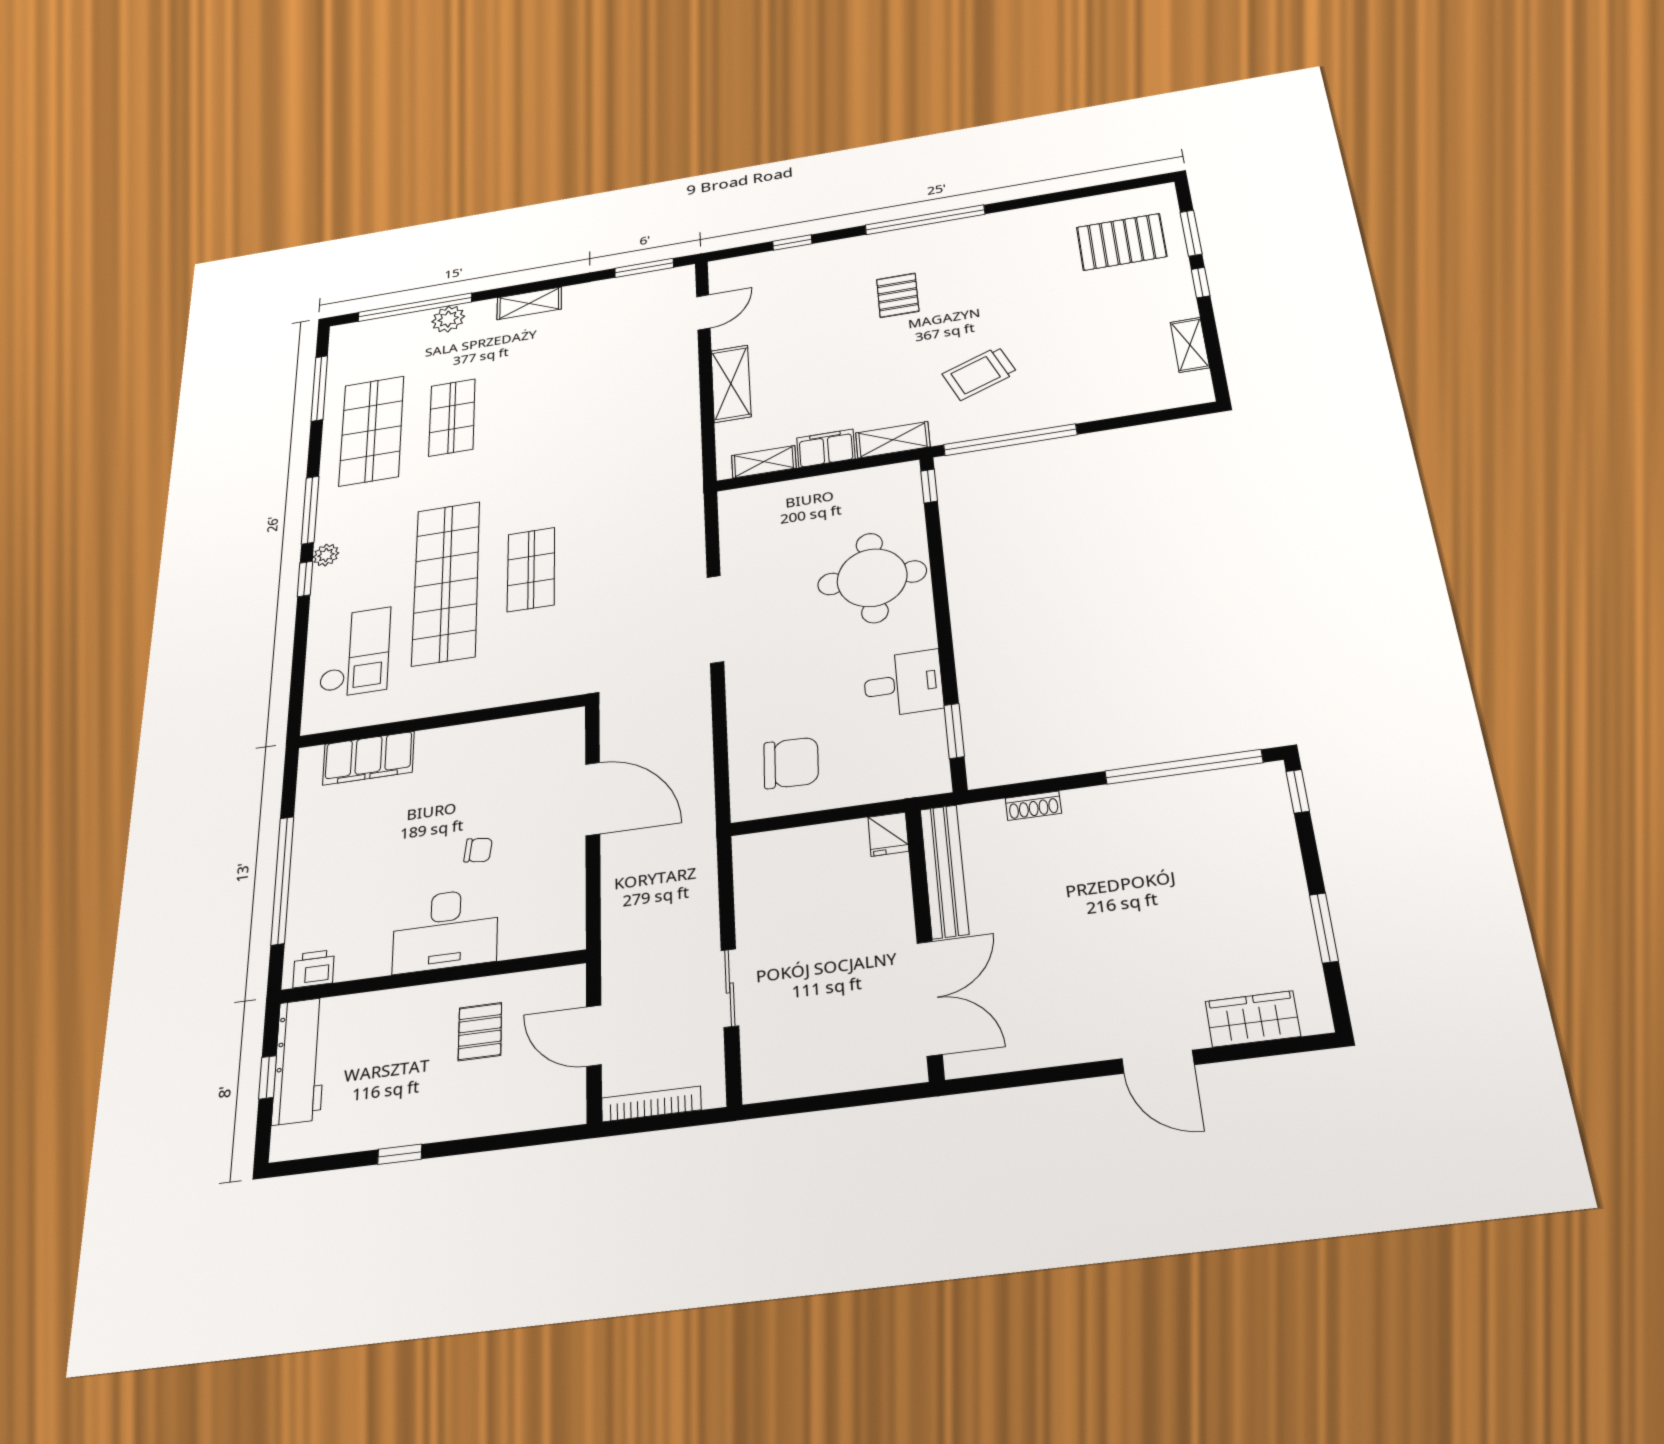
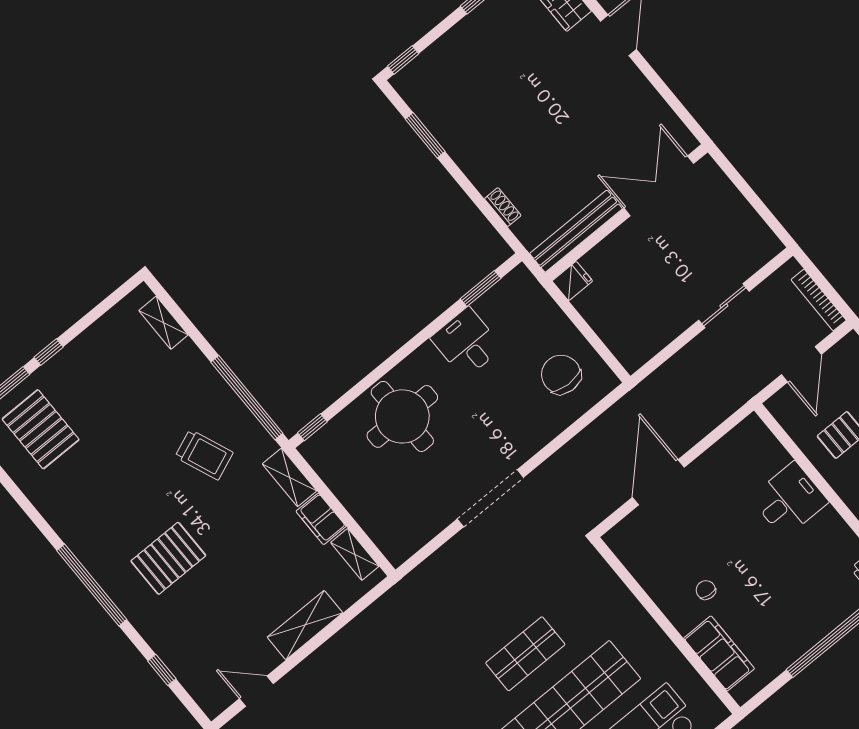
pallet: (898, 295) -> (168, 558), width x1.50, depth x1.42
shelving: (1190, 345) -> (163, 323), moved, turned 90
window: (1184, 767) -> (425, 135), width x0.47
chair: (478, 850) -> (706, 590), moved
desk: (445, 930) -> (789, 500), width x0.73

